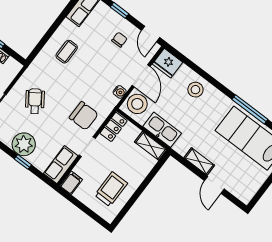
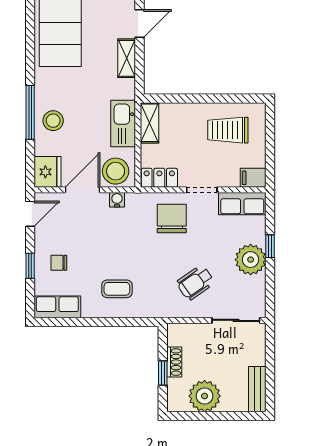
chair: (119, 40) -> (59, 263), moved
window: (250, 109) -> (30, 112), moved

